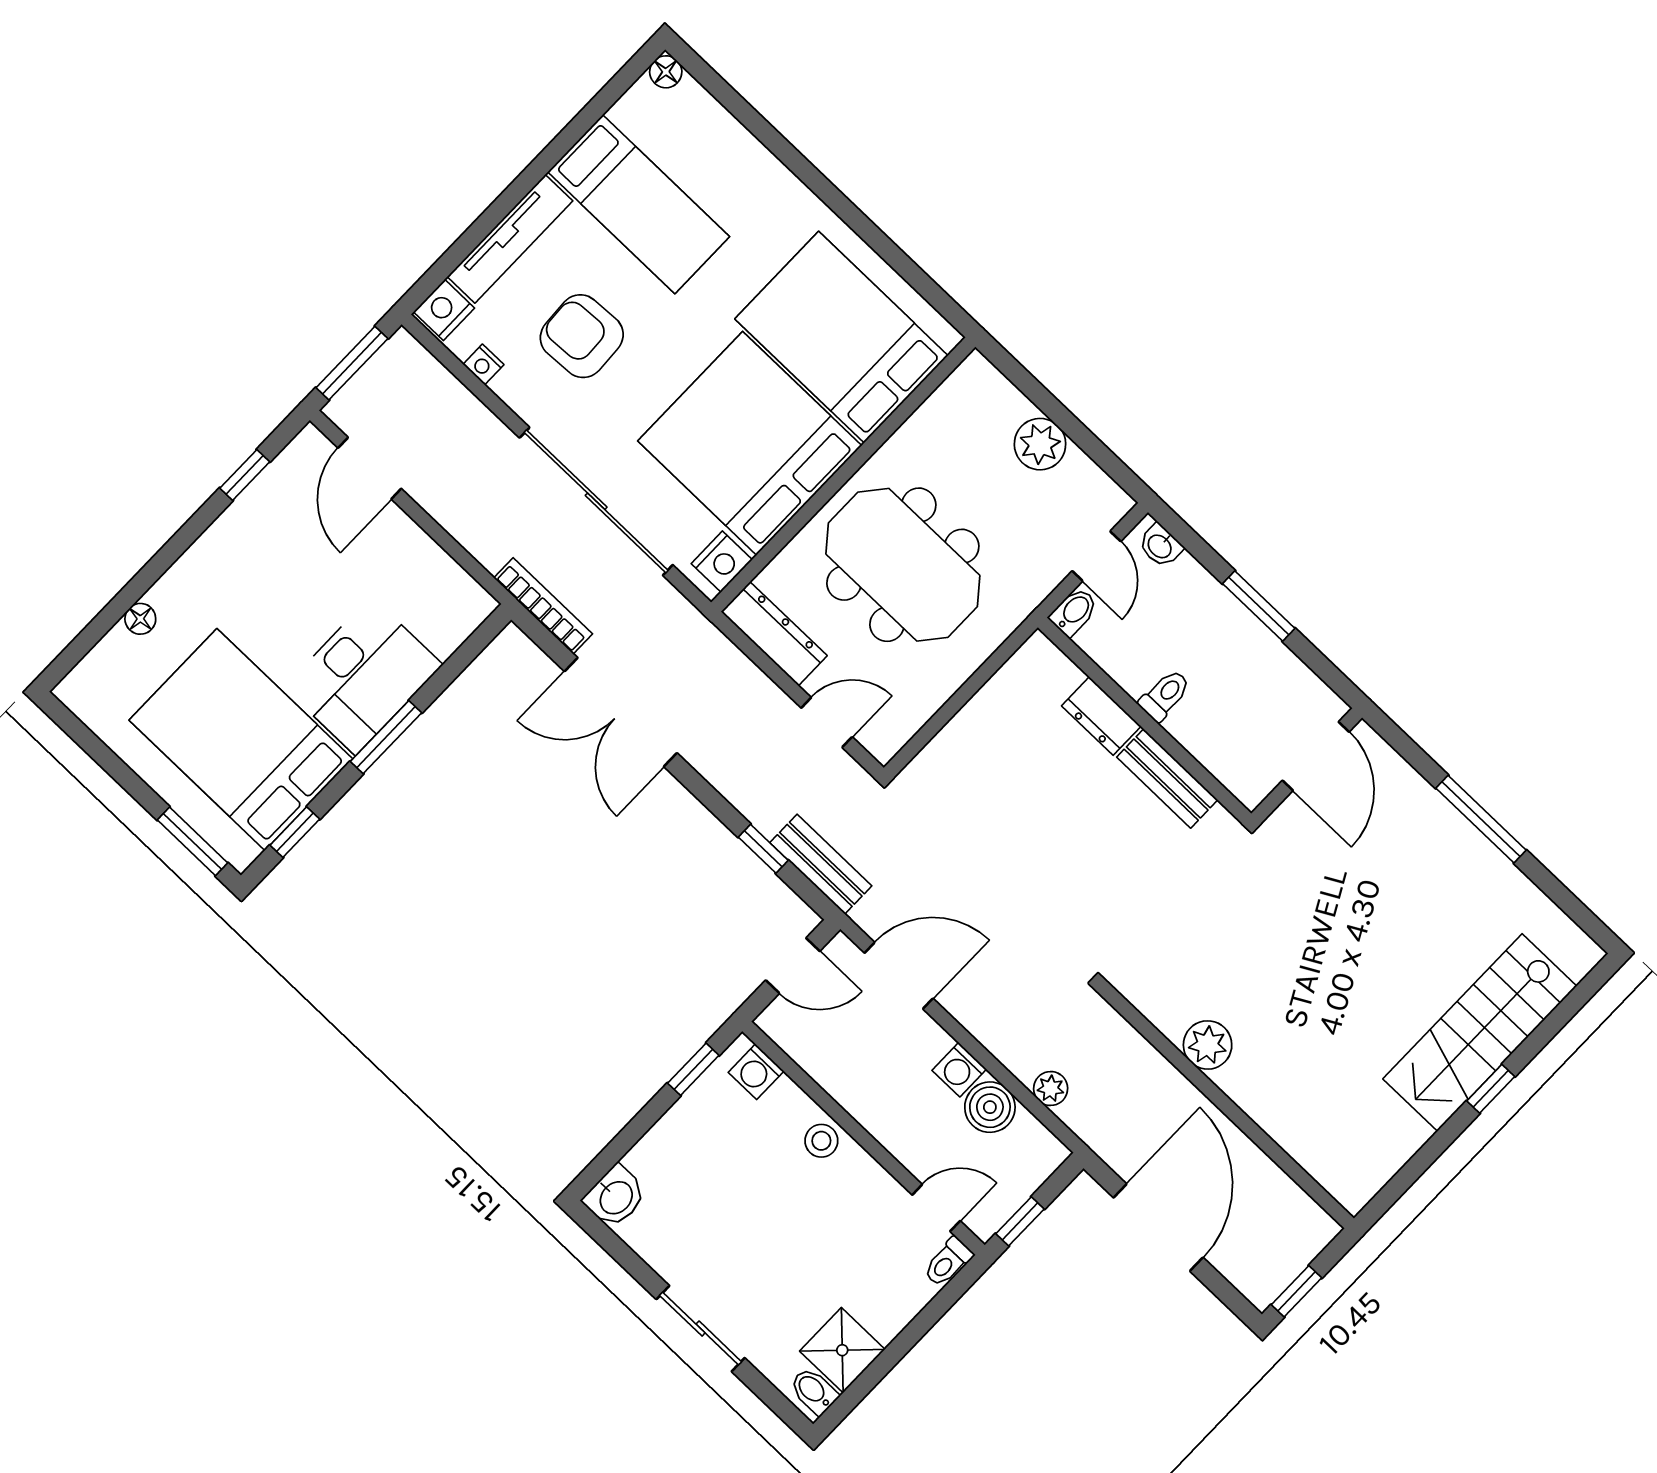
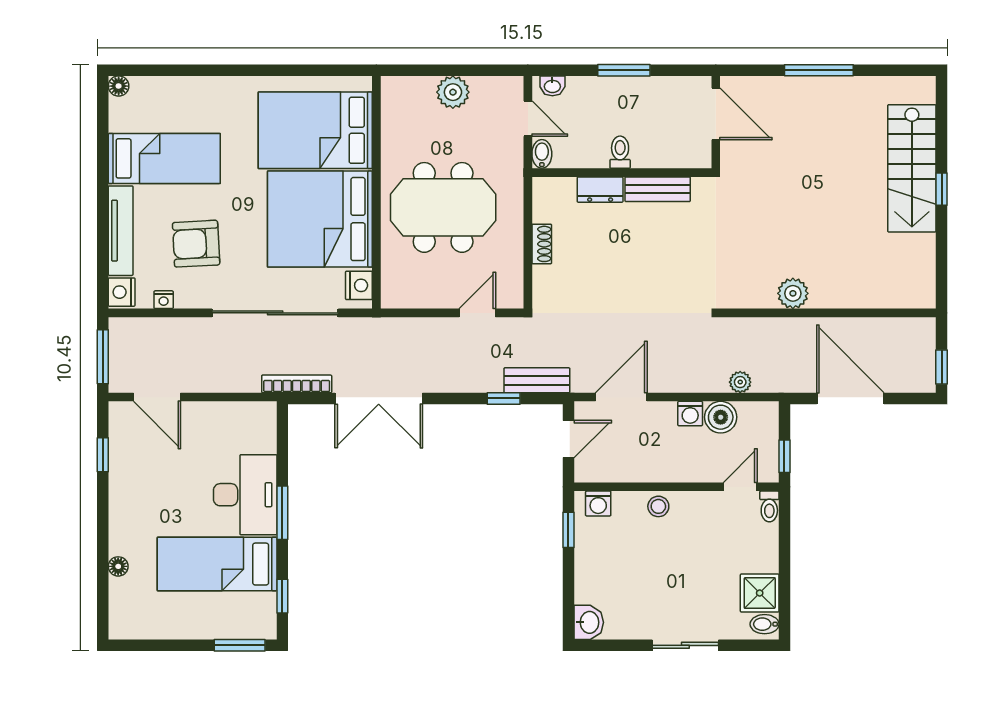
dresser: (774, 634) -> (414, 295), removed
shoe rack: (975, 714) -> (542, 244), added
bed: (241, 739) -> (217, 564), width x0.67

